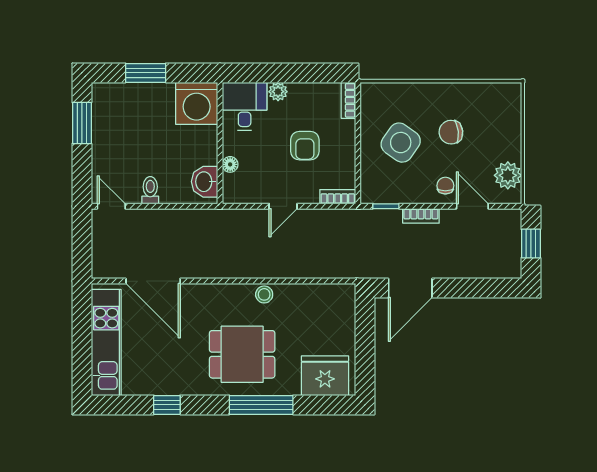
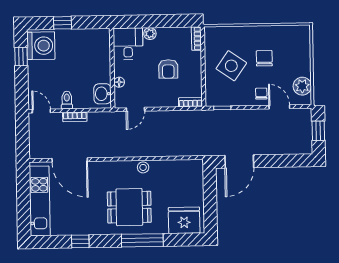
window: (146, 73) -> (62, 23), width x0.67
washing machine: (197, 103) -> (41, 46), moved, turned -90
window: (82, 123) -> (21, 57), width x0.67
chair: (451, 132) -> (264, 58), turned 96
door: (283, 206) -> (135, 109), moved
bookcase: (421, 216) -> (75, 117), moved

